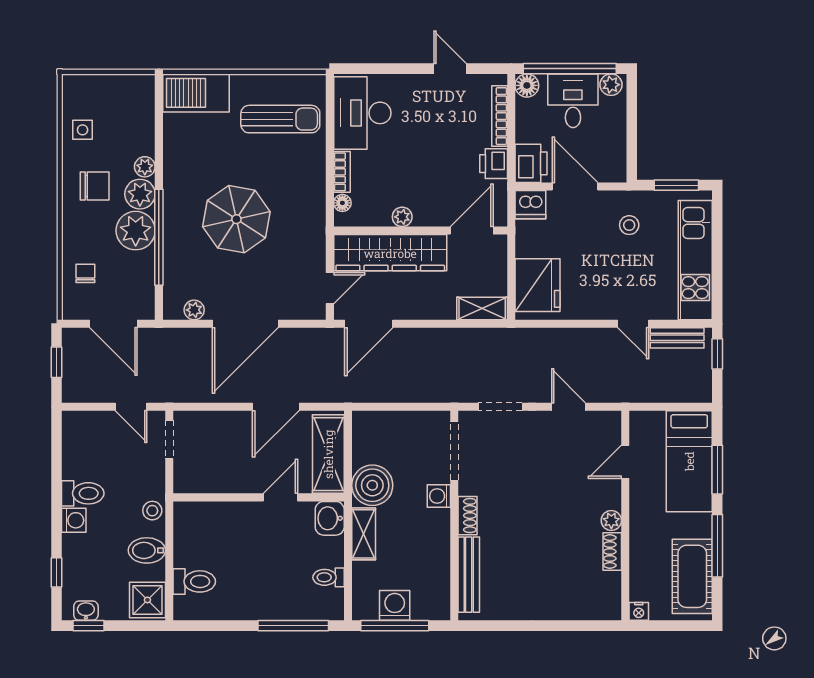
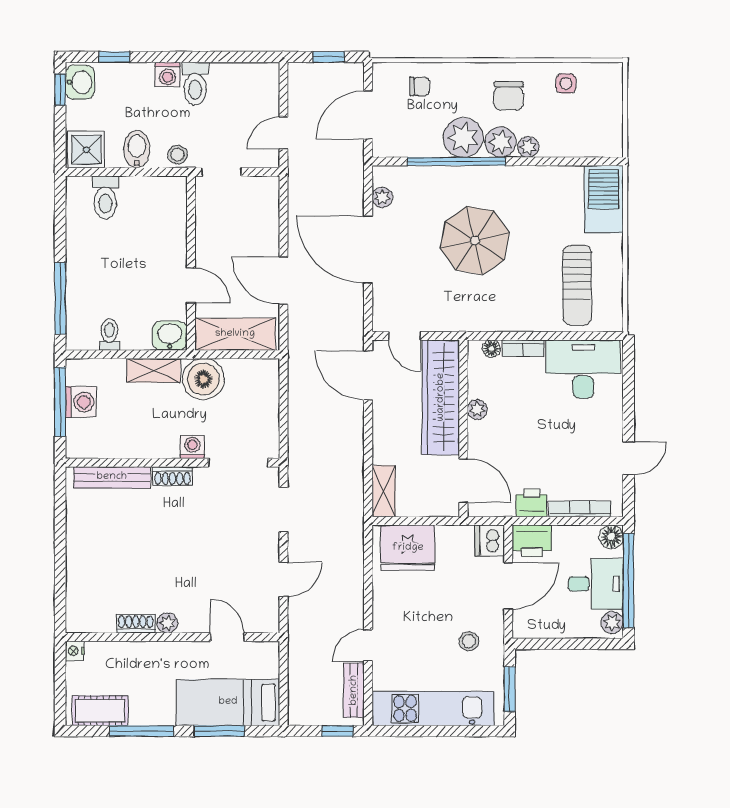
doorway: (169, 440) -> (222, 172), moved
cot: (692, 576) -> (100, 711), width x0.73, depth x0.75
washbasin: (86, 611) -> (80, 82), width x1.38, depth x1.45

